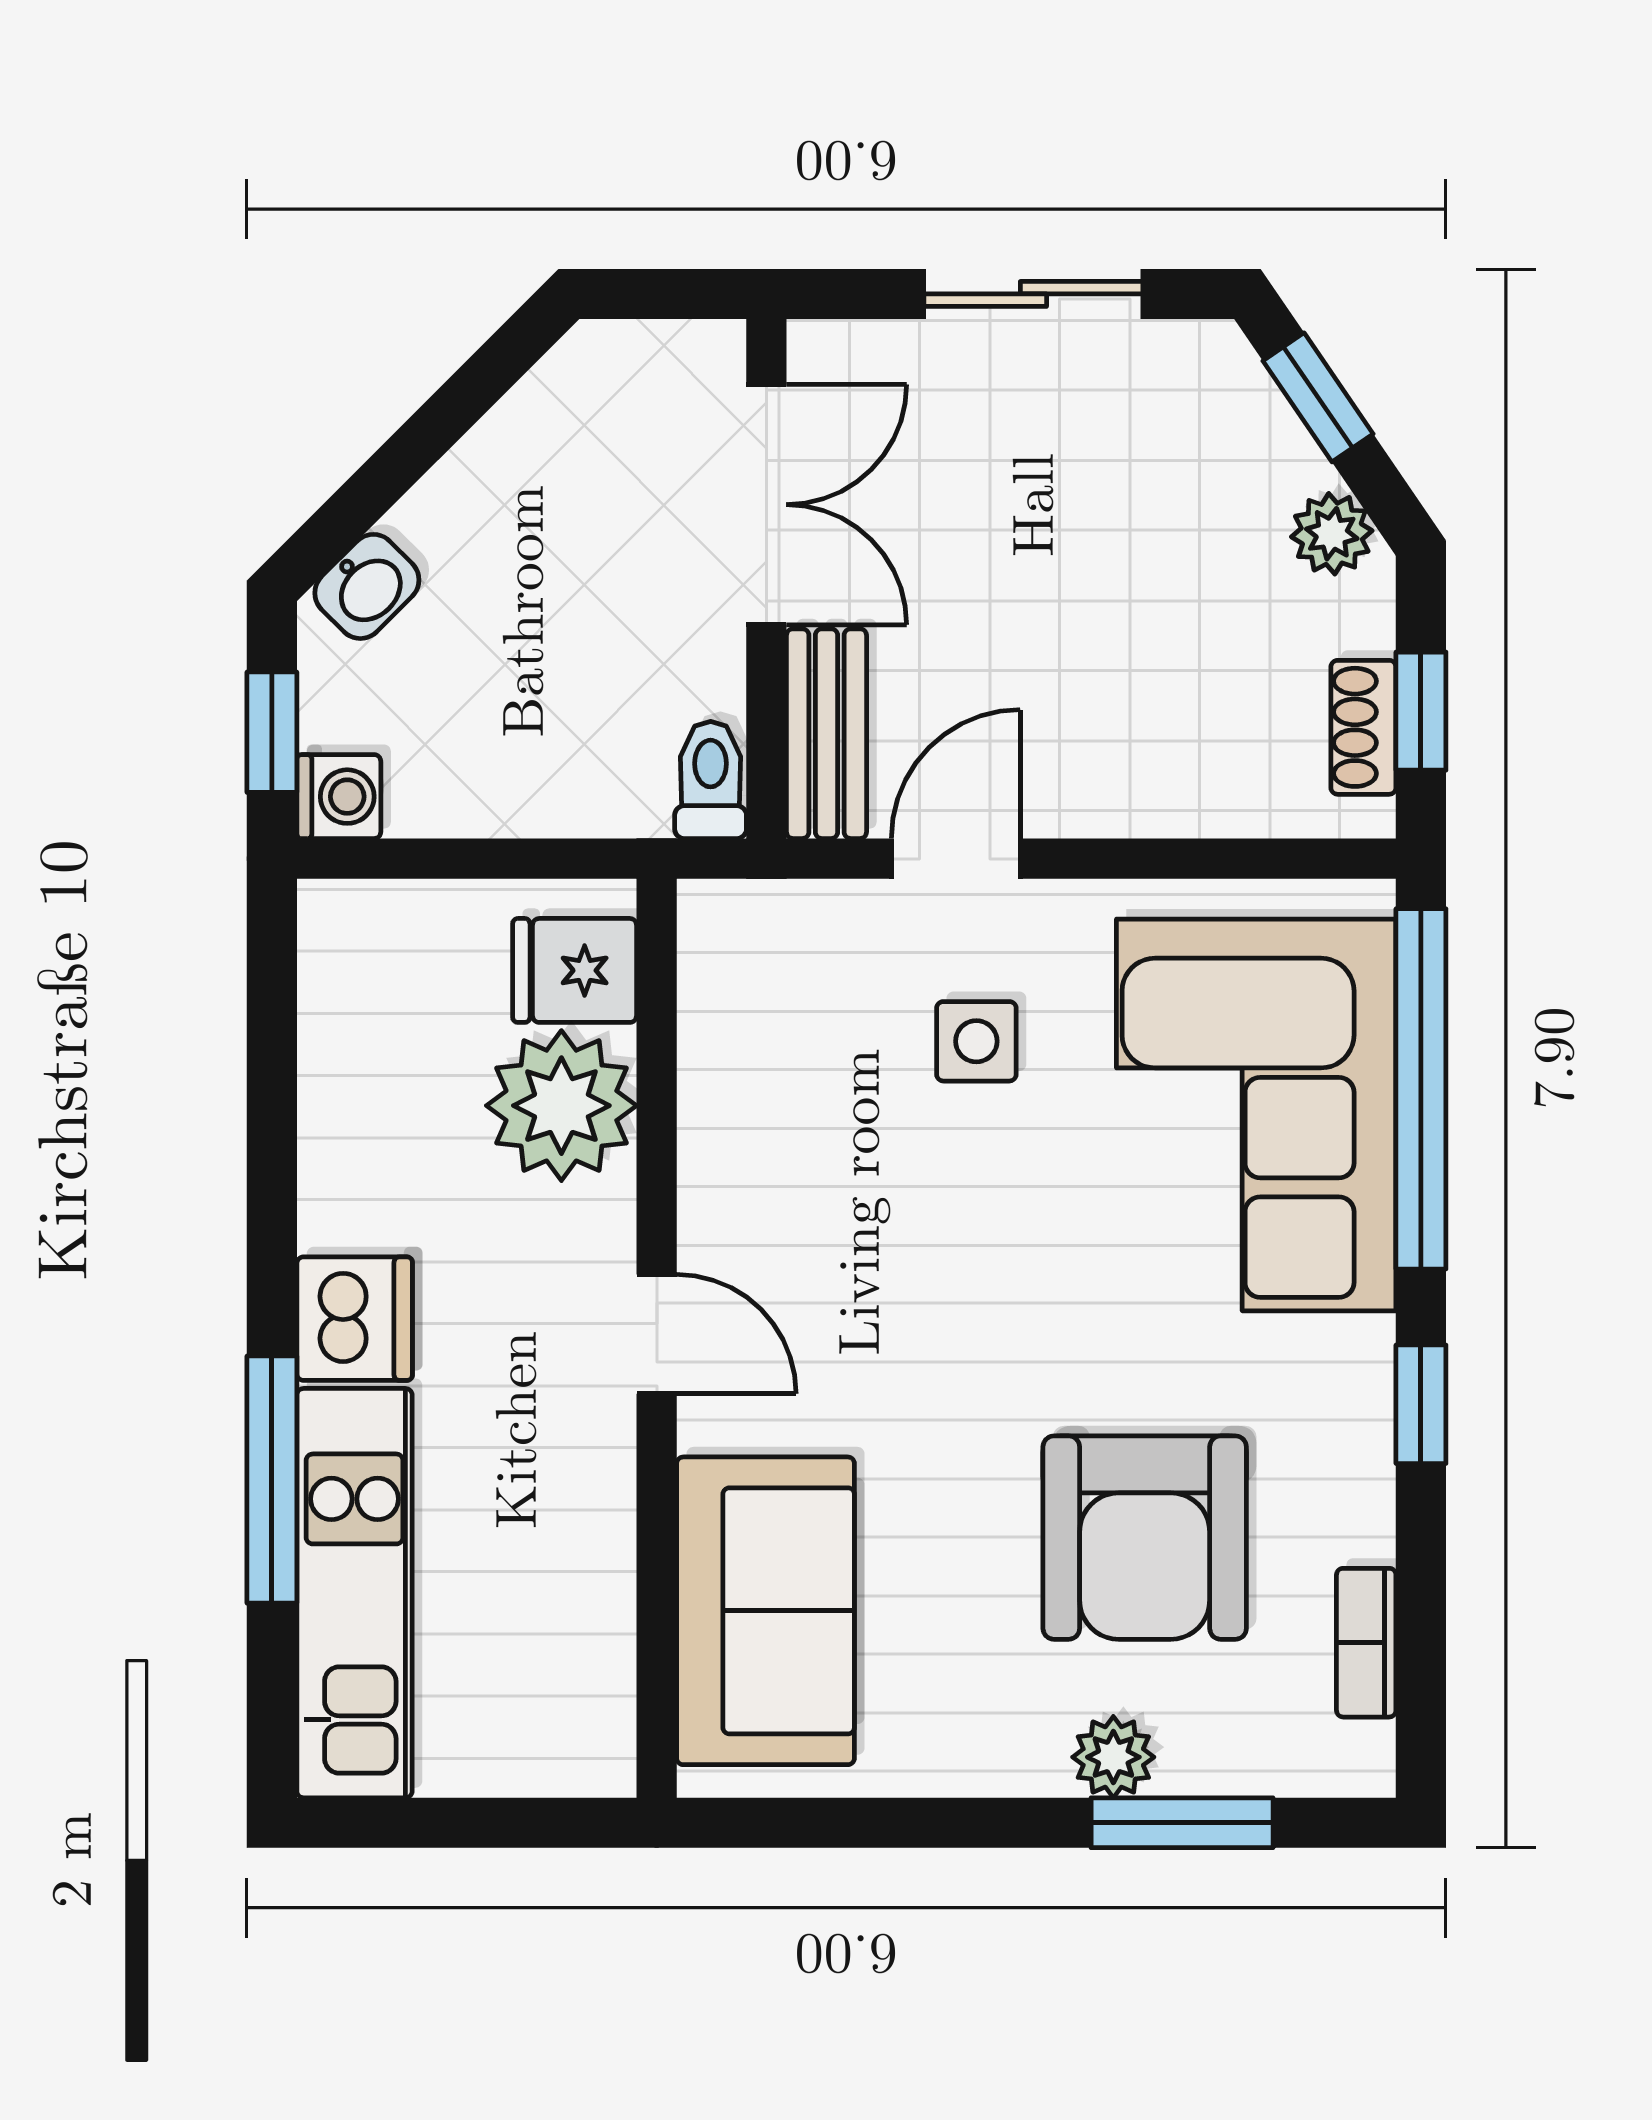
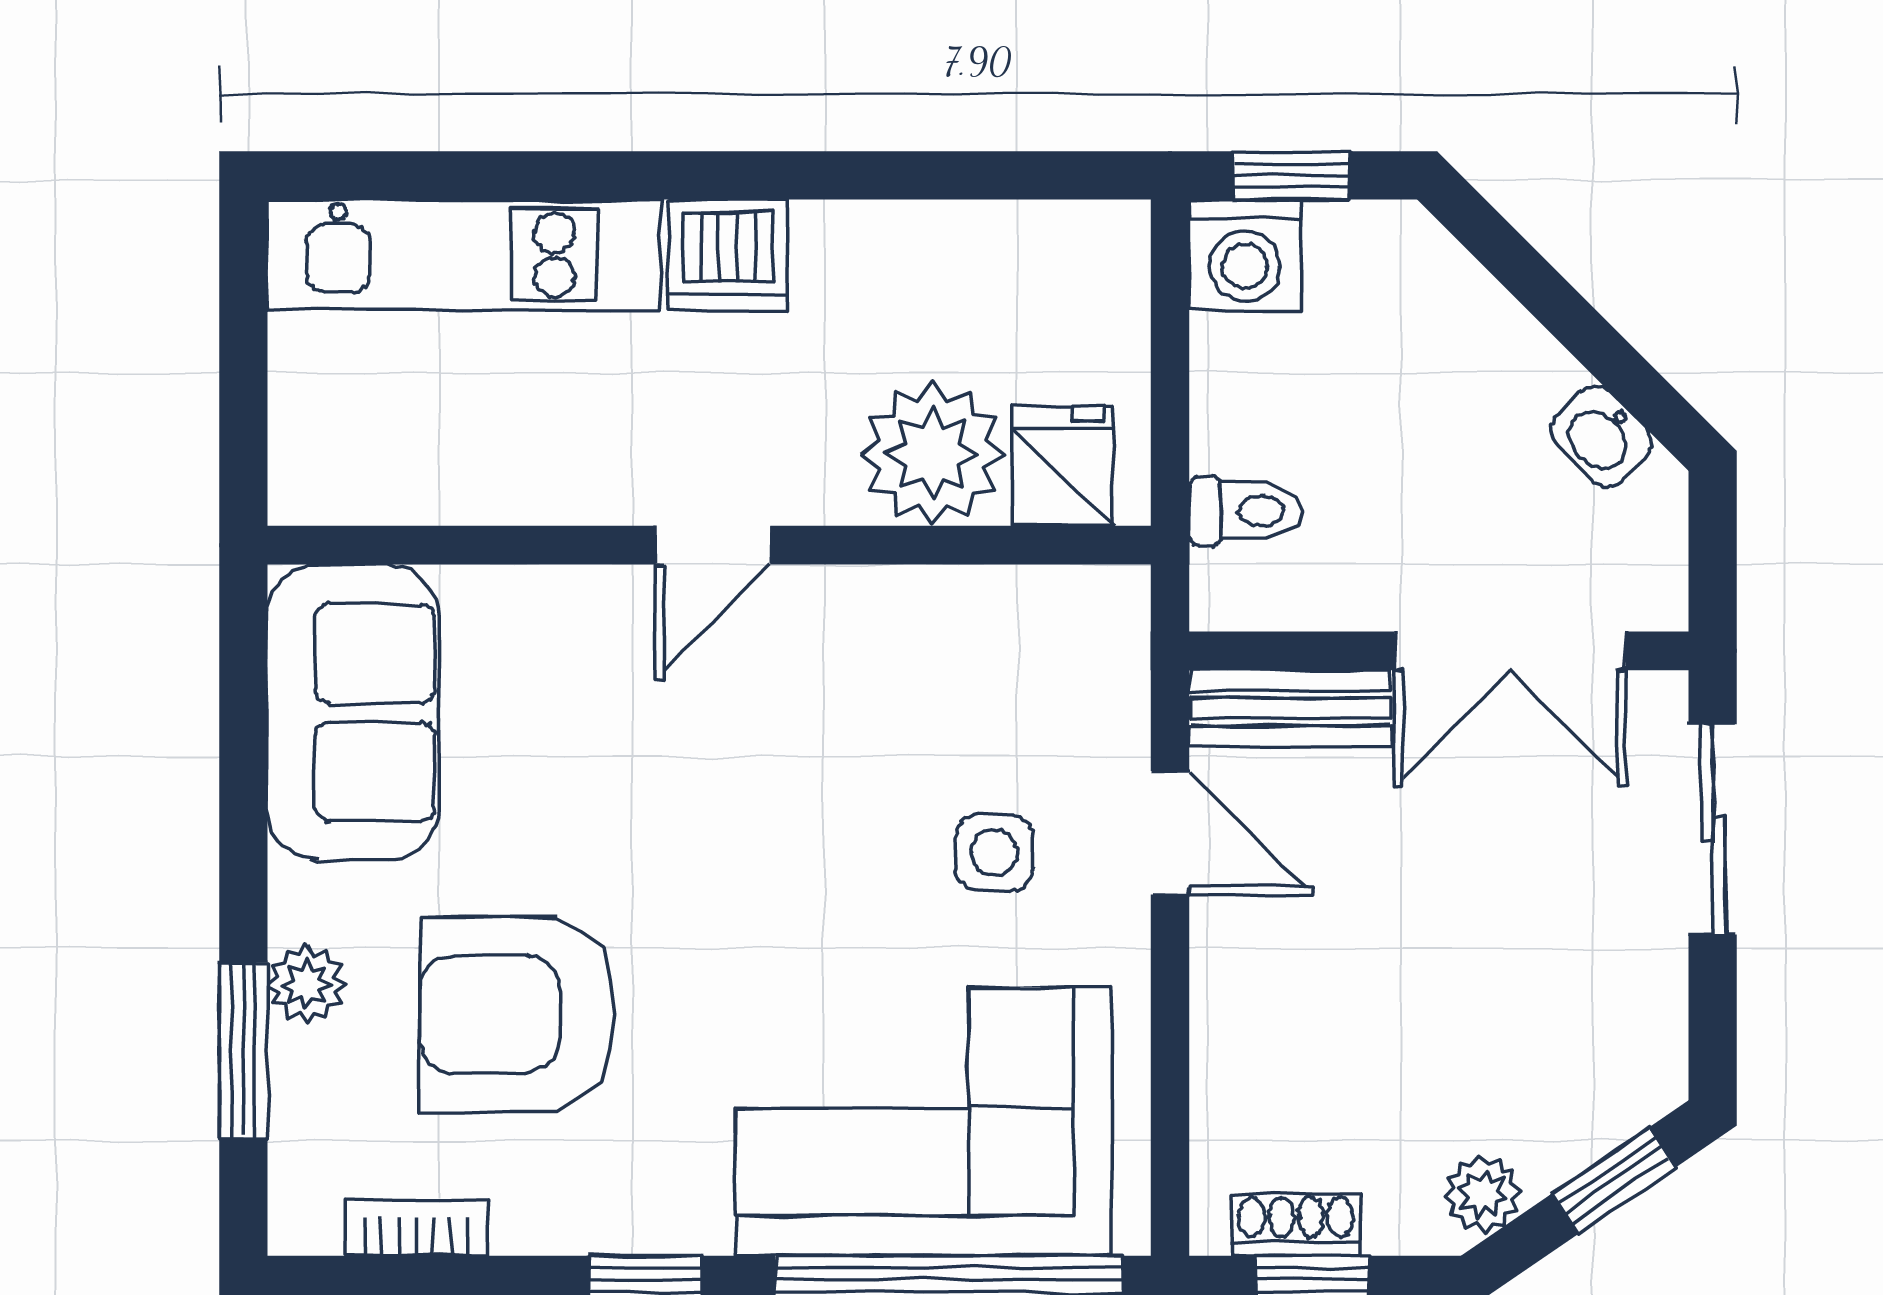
sliding door: (1033, 294) -> (1713, 829), moved
washbasin: (367, 586) -> (1601, 436), moved
toilet: (711, 780) -> (1246, 511), moved
washing machine: (339, 797) -> (1245, 255), width x1.38, depth x1.38
window: (272, 1480) -> (573, 175), removed
sofa: (766, 1611) -> (353, 712), moved, turned -90

